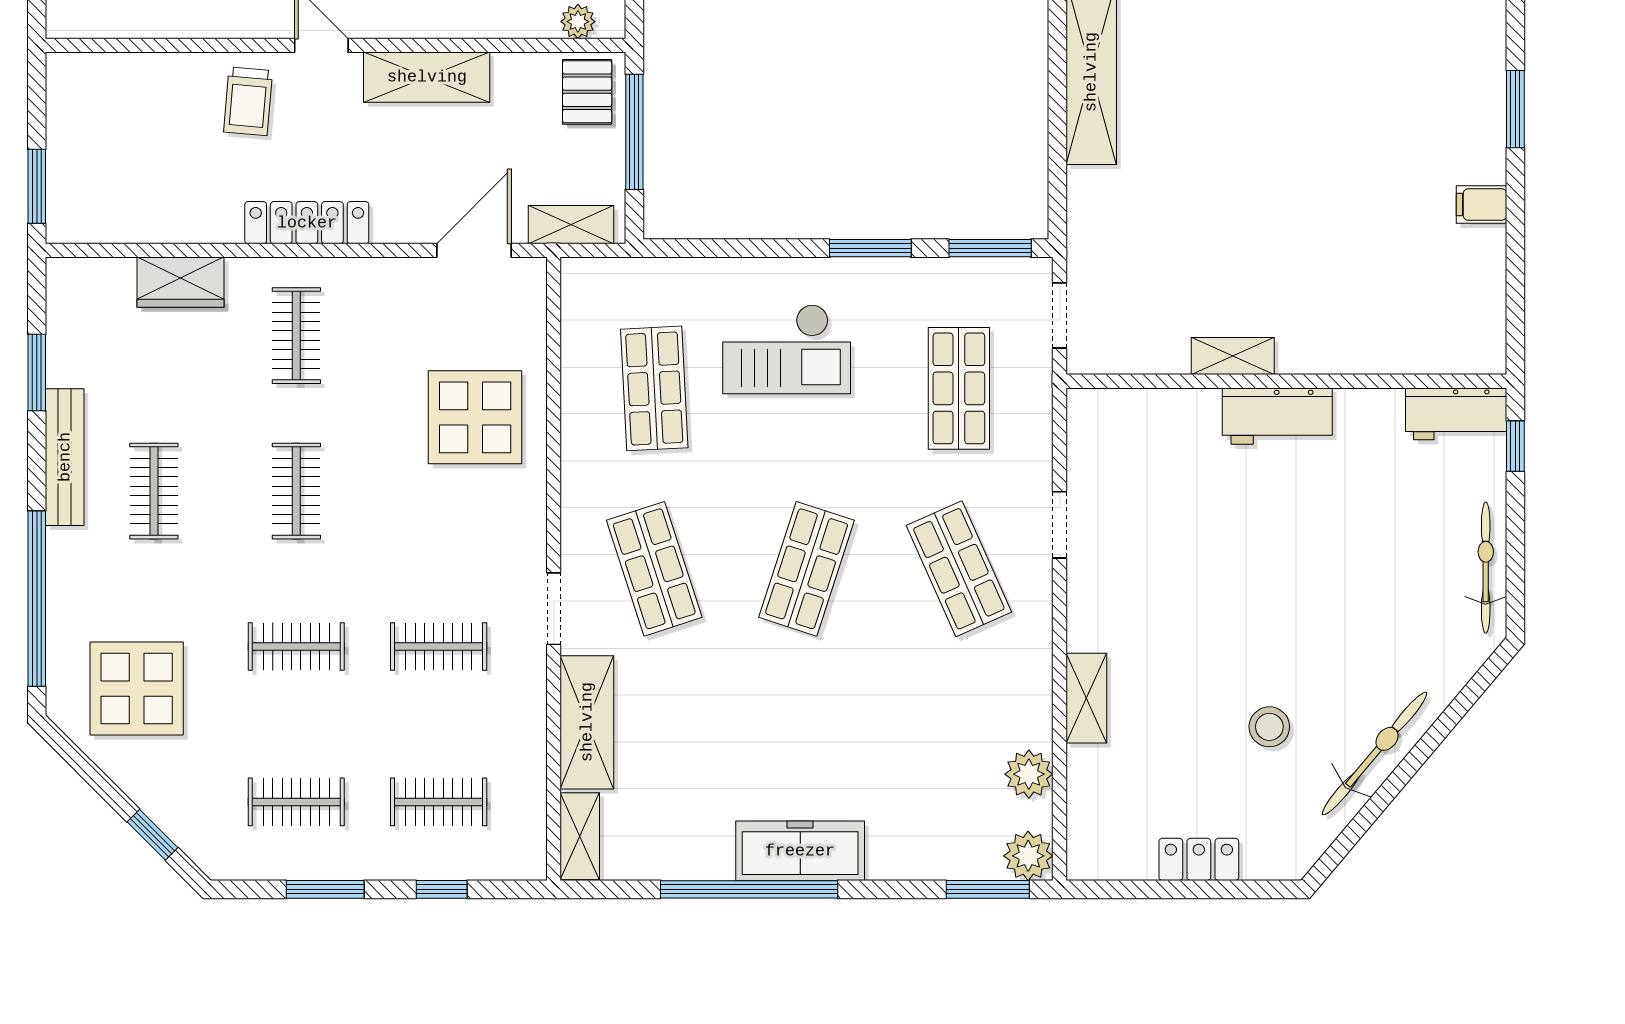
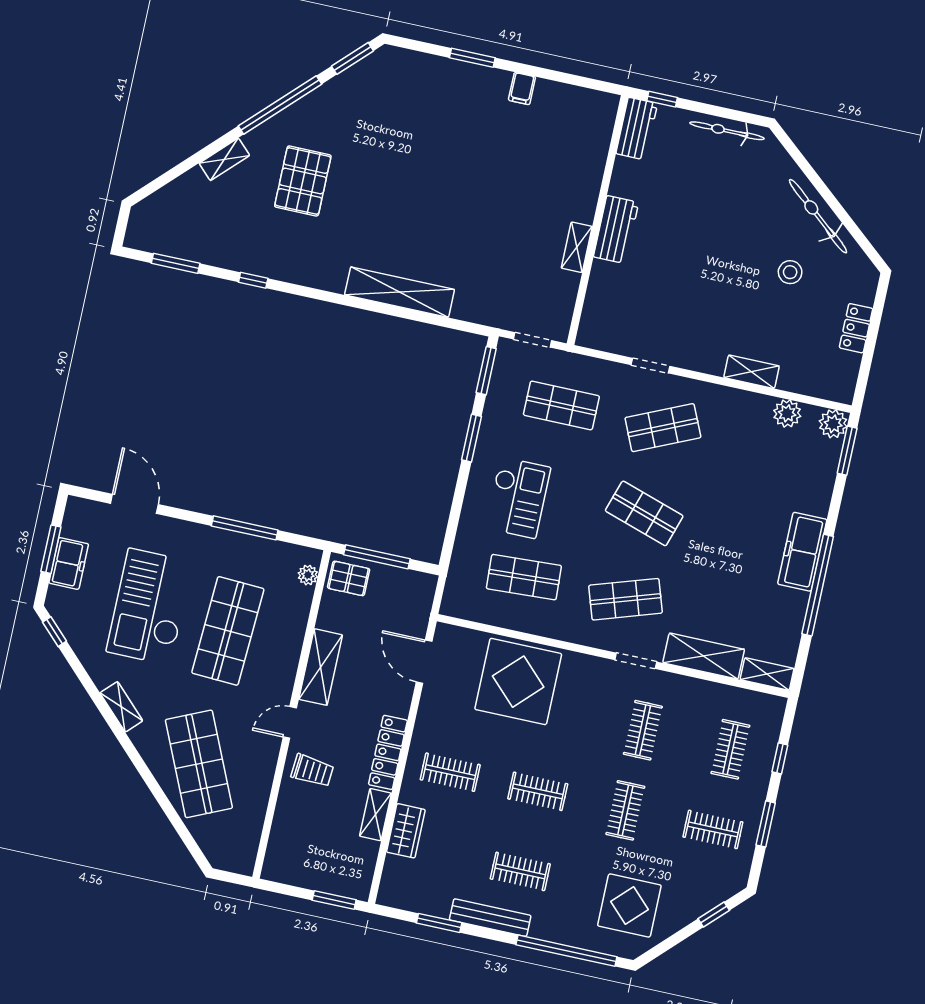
shelving: (571, 225) -> (375, 815), moved
display table: (475, 417) -> (518, 682), width x1.36, depth x1.36
clothes rail: (296, 802) -> (713, 829), turned 90

